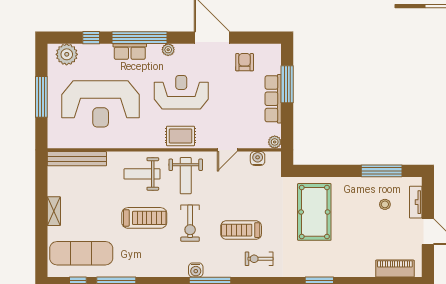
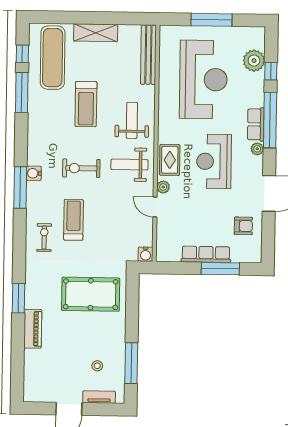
row of seats: (130, 51) -> (256, 124), moved
plant: (67, 54) -> (254, 61), moved
reception desk: (181, 92) -> (214, 161), turned 180
reception desk: (101, 104) -> (203, 80), turned 180
plant: (275, 142) -> (163, 187), moved
water cooler: (258, 158) -> (145, 254), moved, turned 90
shelving: (54, 211) -> (96, 33), width x1.50, depth x1.33
treadmill: (144, 218) -> (86, 104), moved
piano: (395, 269) -> (33, 329), moved

